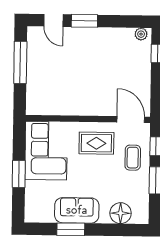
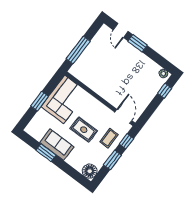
window: (20, 62) -> (78, 50), moved
rug: (96, 143) -> (84, 130), moved
floor lamp: (121, 213) -> (90, 171), moved

